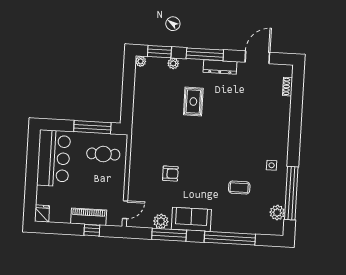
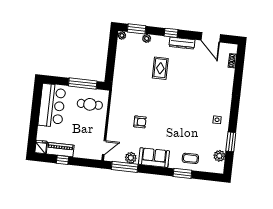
window: (205, 54) -> (171, 33), width x0.46
door: (257, 57) -> (211, 37), swing flipped
coffee table: (239, 188) -> (190, 158), moved
window: (291, 193) -> (231, 142), width x0.47
piano: (89, 217) -> (60, 150), moved
window: (92, 230) -> (63, 160), moved
window: (169, 235) -> (125, 167), moved
window: (230, 238) -> (182, 173), width x0.47

